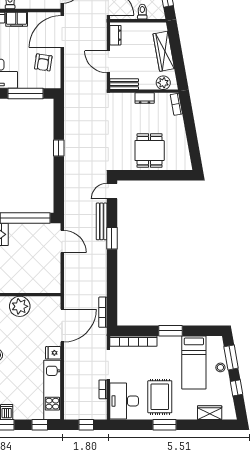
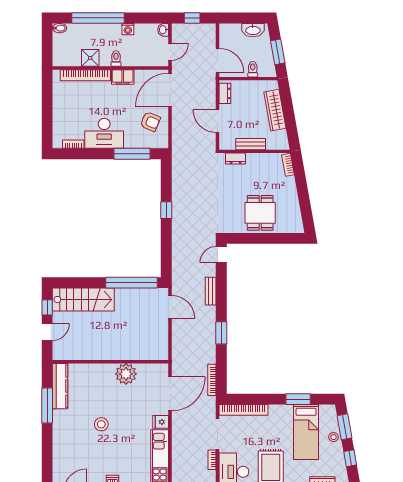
armchair: (43, 62) -> (150, 122), turned -75
plant: (163, 83) -> (274, 143), removed
bench: (124, 84) -> (251, 144), moved
dresser: (145, 98) -> (236, 159), moved
bench: (102, 221) -> (211, 291), width x0.73
window: (112, 238) -> (221, 333), moved
window: (171, 331) -> (298, 399), moved

